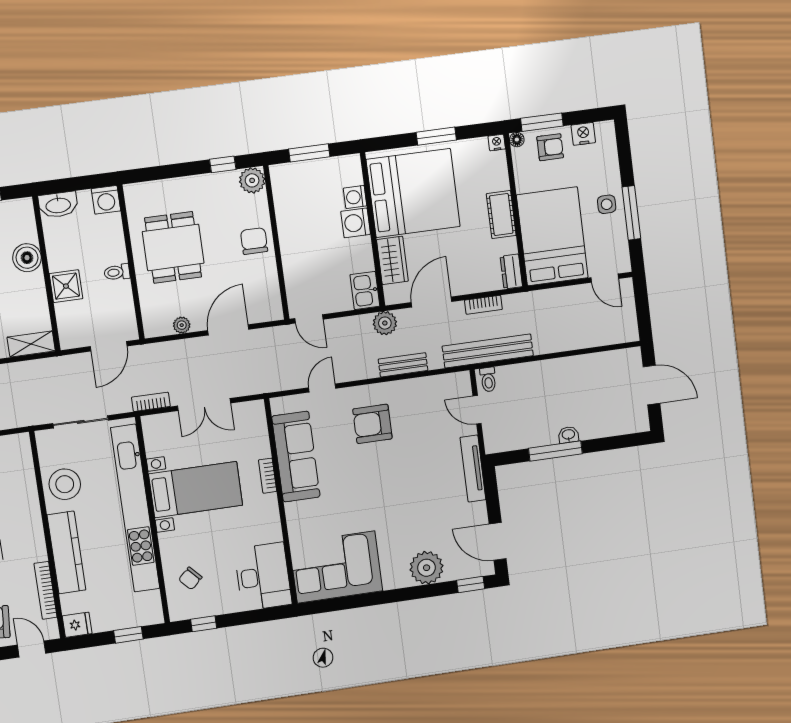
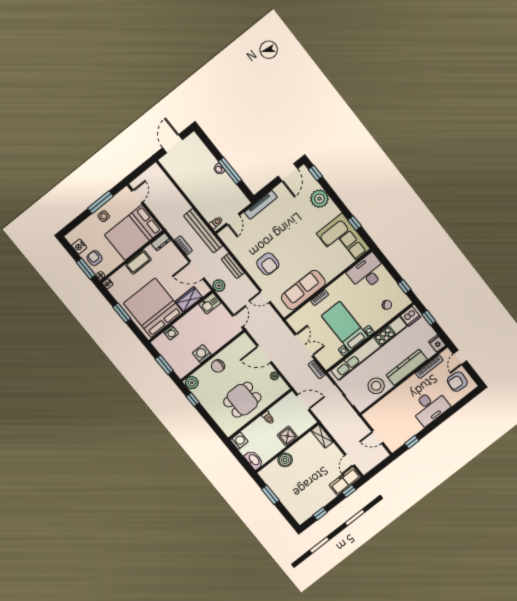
washing machine: (356, 223) -> (202, 354), moved, turned 180
window: (354, 602) -> (355, 223), added
dishwasher: (149, 606) -> (410, 316), added

